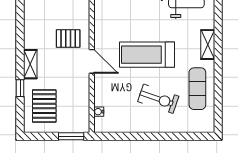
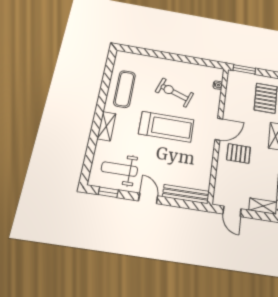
door: (92, 61) -> (219, 129), swing flipped
exercise bike: (158, 99) -> (174, 93), moved

